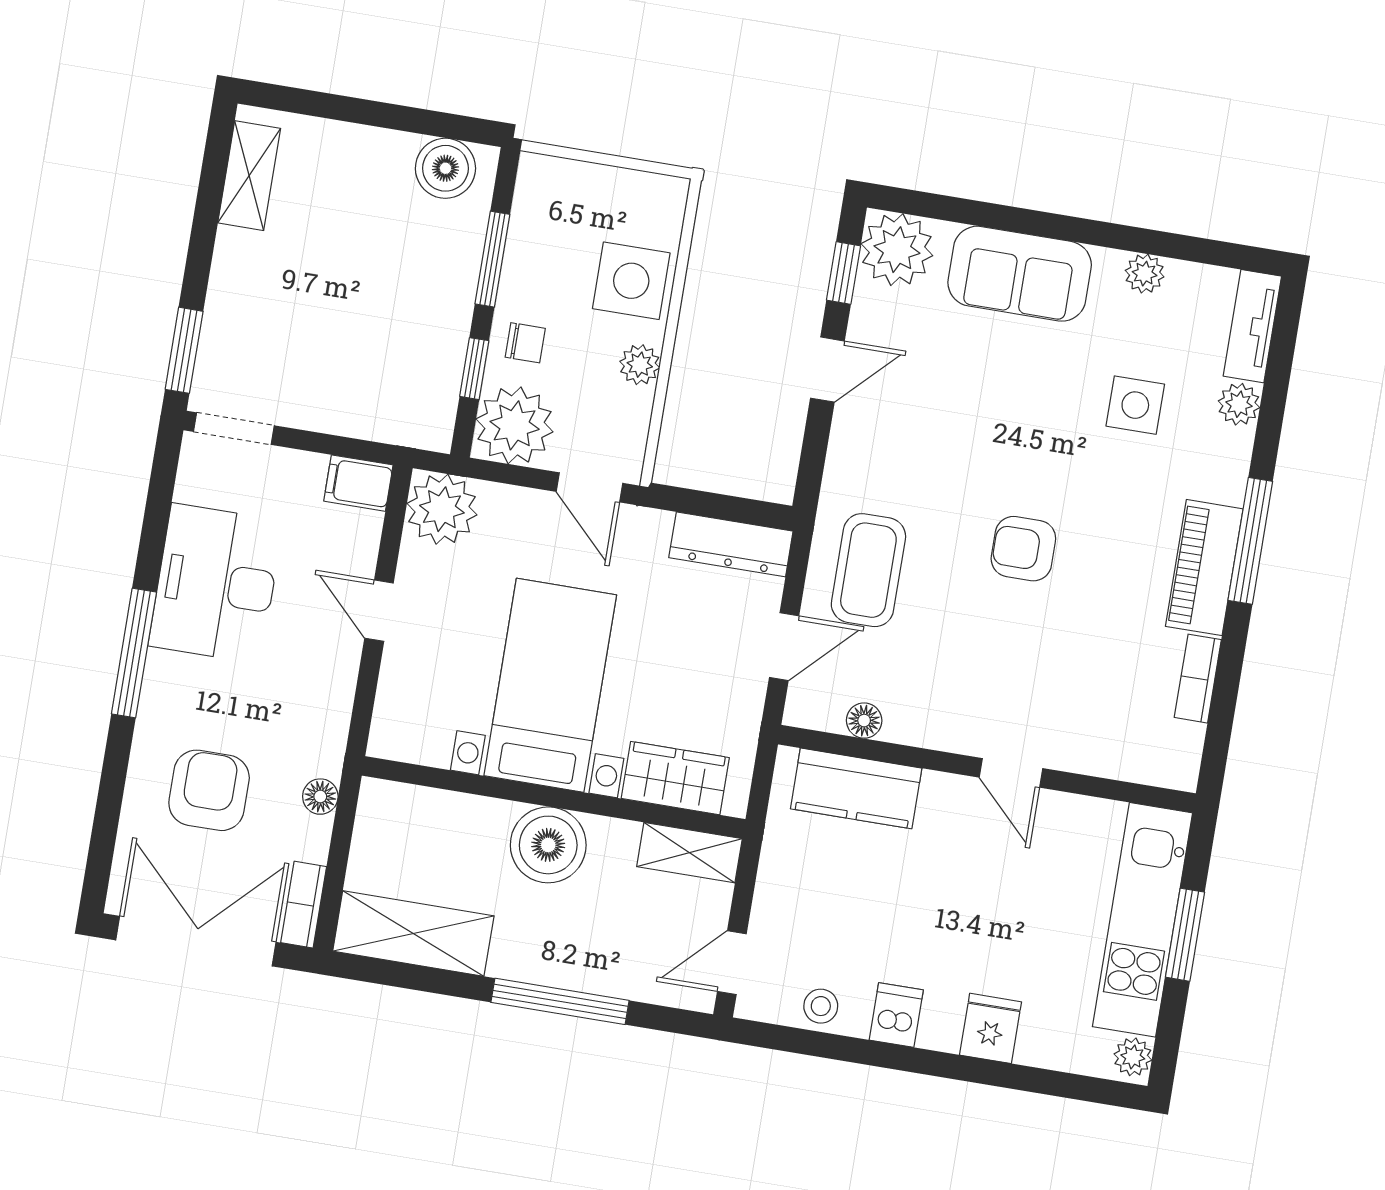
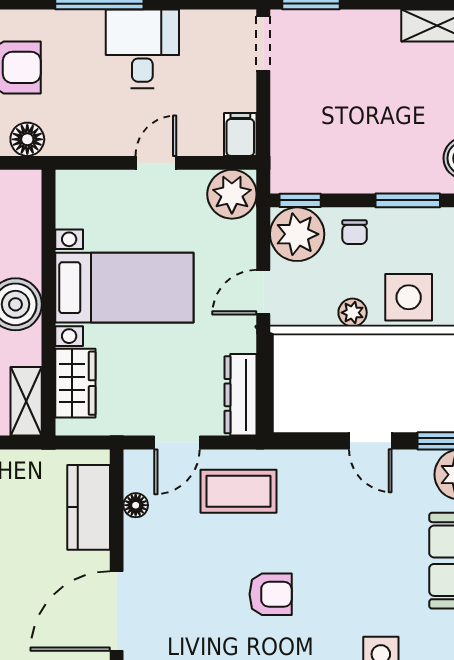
window: (474, 369) -> (300, 200), moved
armchair: (1023, 549) -> (271, 594), turned 90
desk: (216, 583) -> (142, 49), width x0.73
door: (784, 647) -> (177, 442), hinge flipped
door: (1011, 773) -> (117, 611), width x1.88
floor lamp: (320, 797) -> (27, 139), width x1.37, depth x1.37

